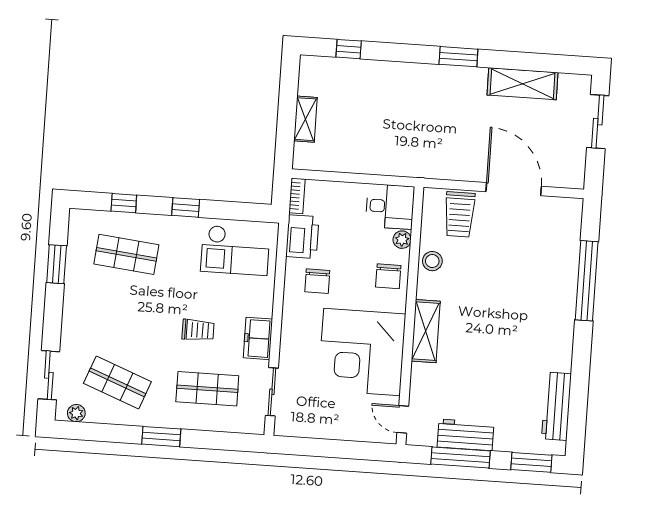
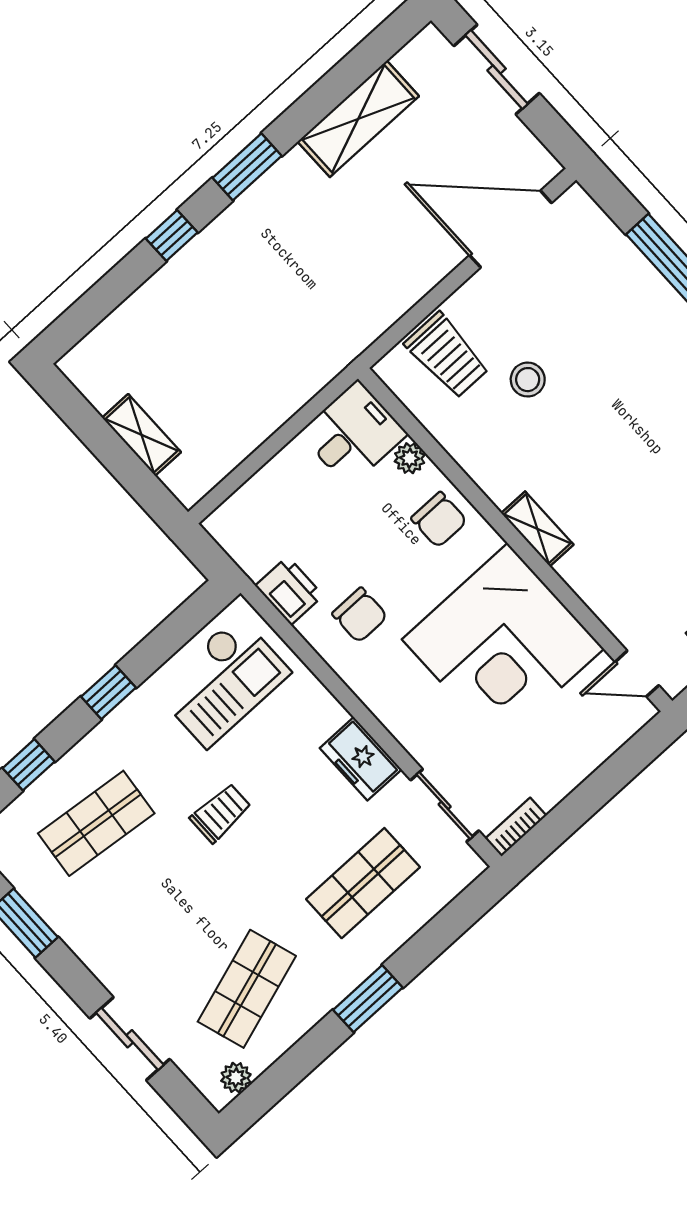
window: (349, 49) -> (172, 236), moved
door: (514, 189) -> (511, 229), moved
bookcase: (297, 196) -> (516, 827), moved, turned -90
printer: (302, 237) -> (289, 591), width x0.73, depth x0.84
stool: (432, 261) -> (528, 380), moved
trolley: (198, 330) -> (221, 813), moved
shelving: (426, 331) -> (537, 529), width x0.67, depth x0.75
sliding door: (49, 375) -> (130, 1039), moved
shop shelf: (117, 382) -> (247, 989), turned -39

